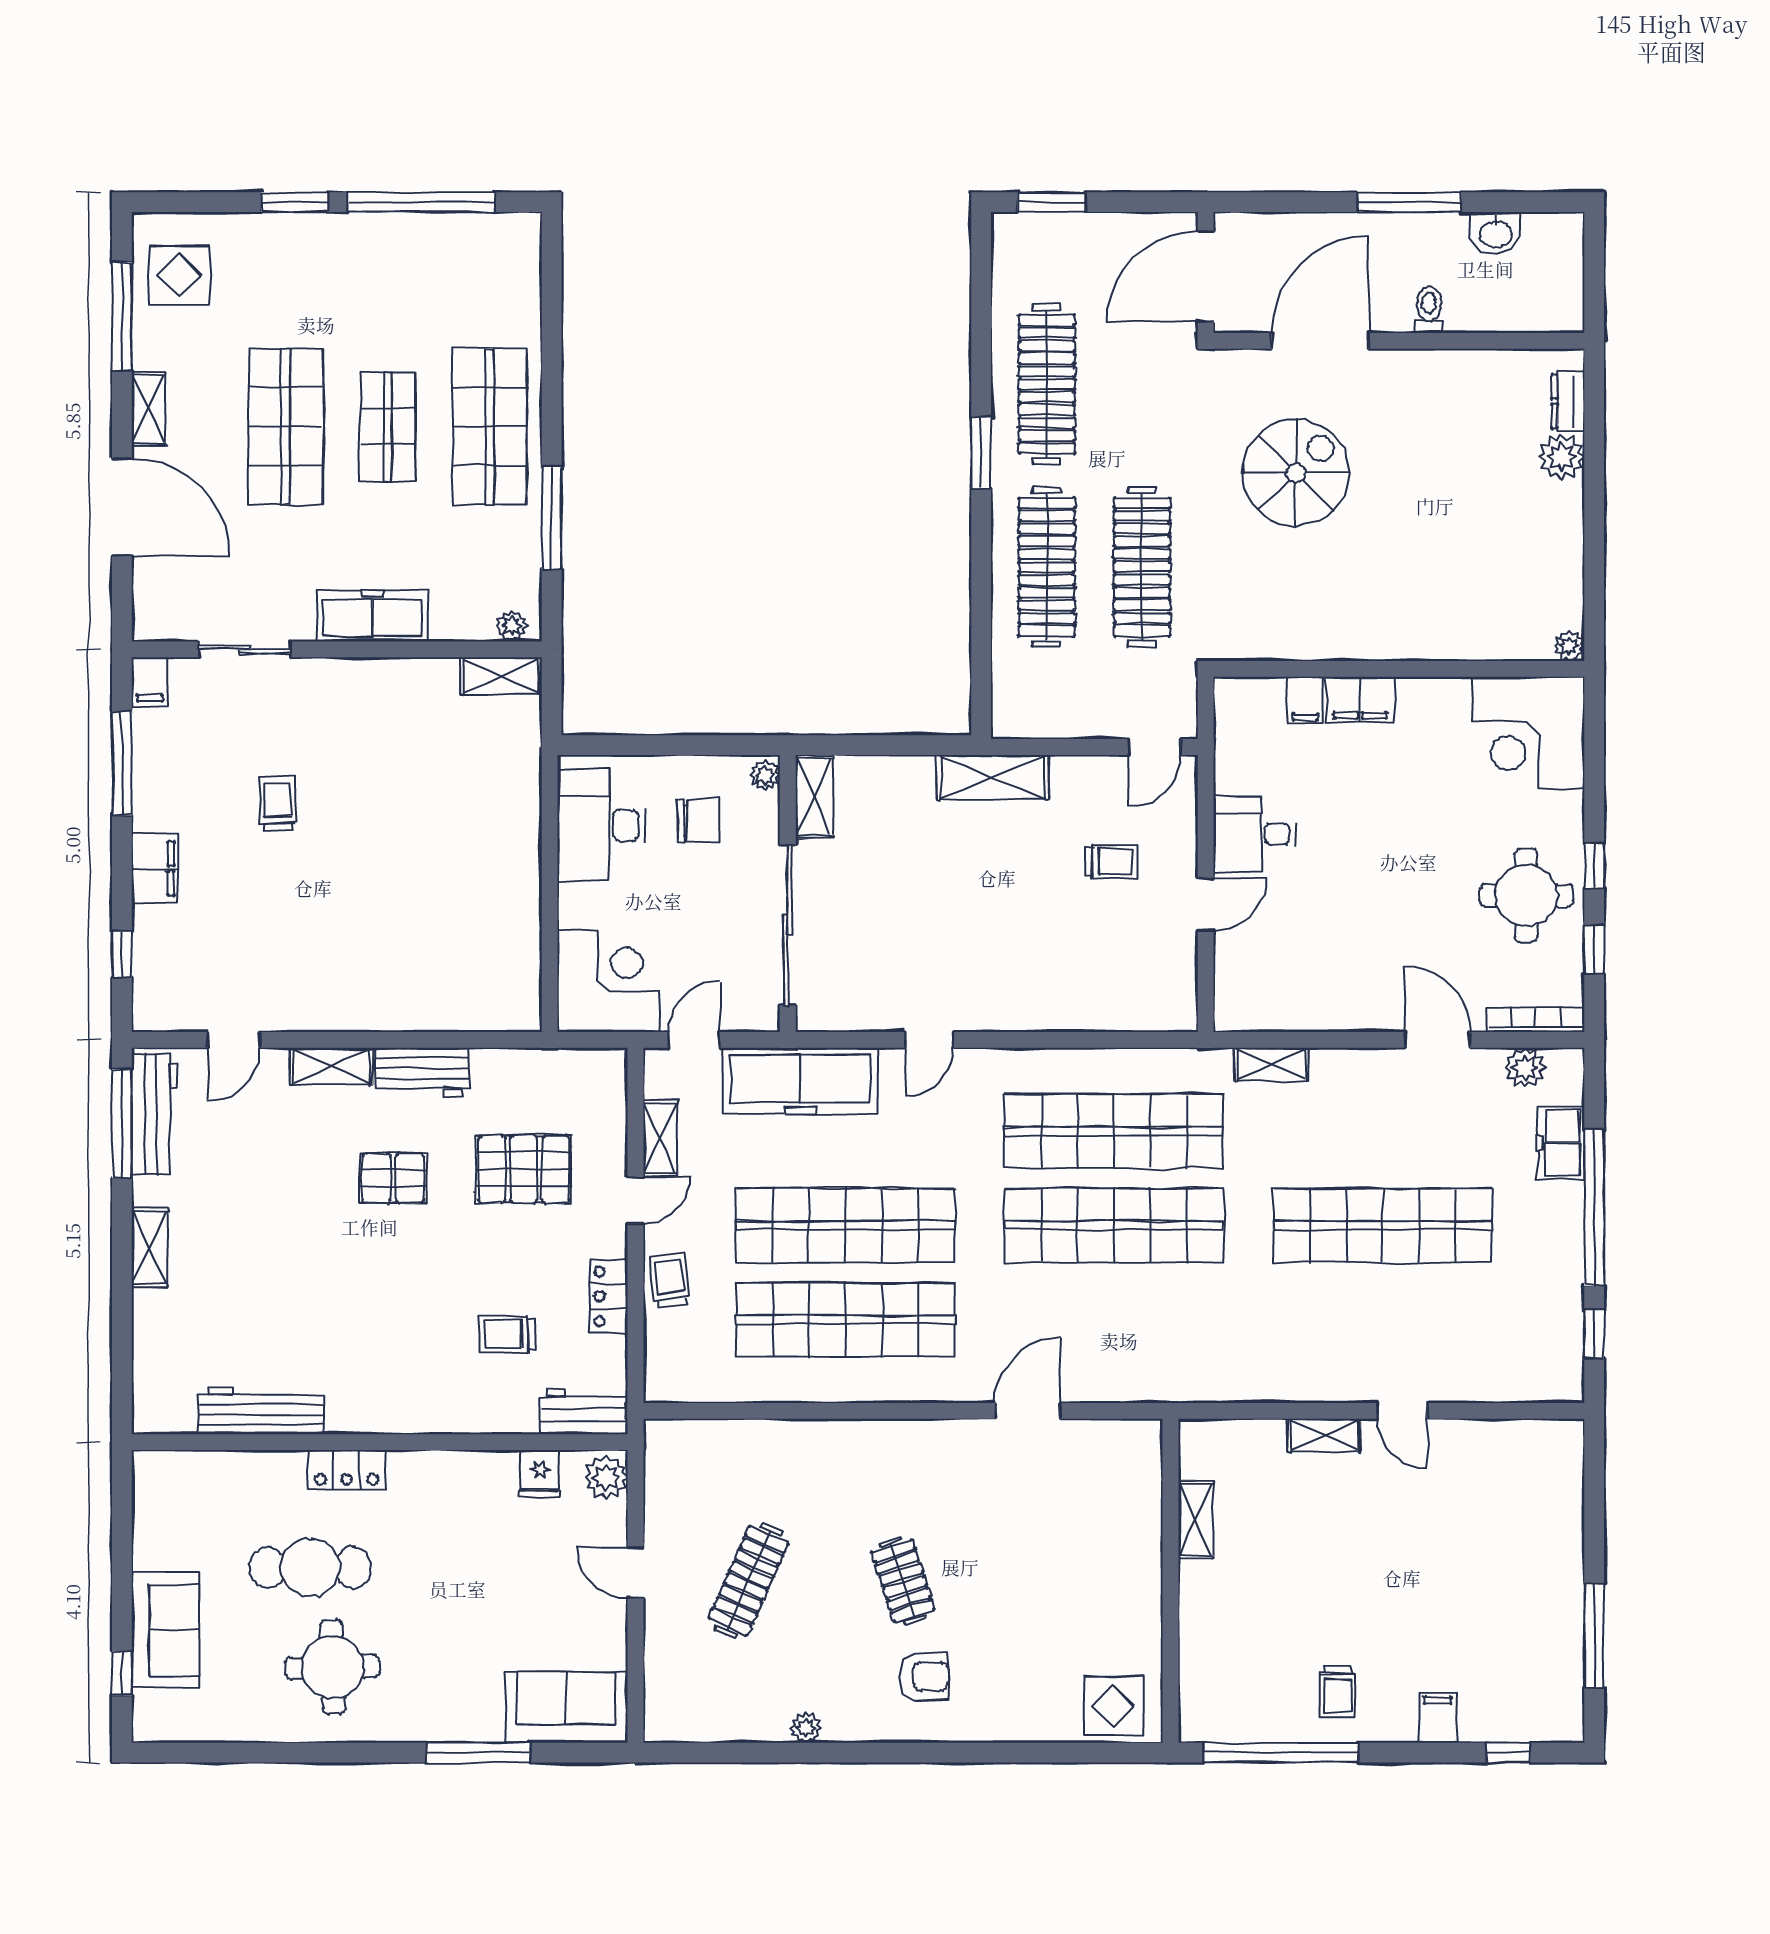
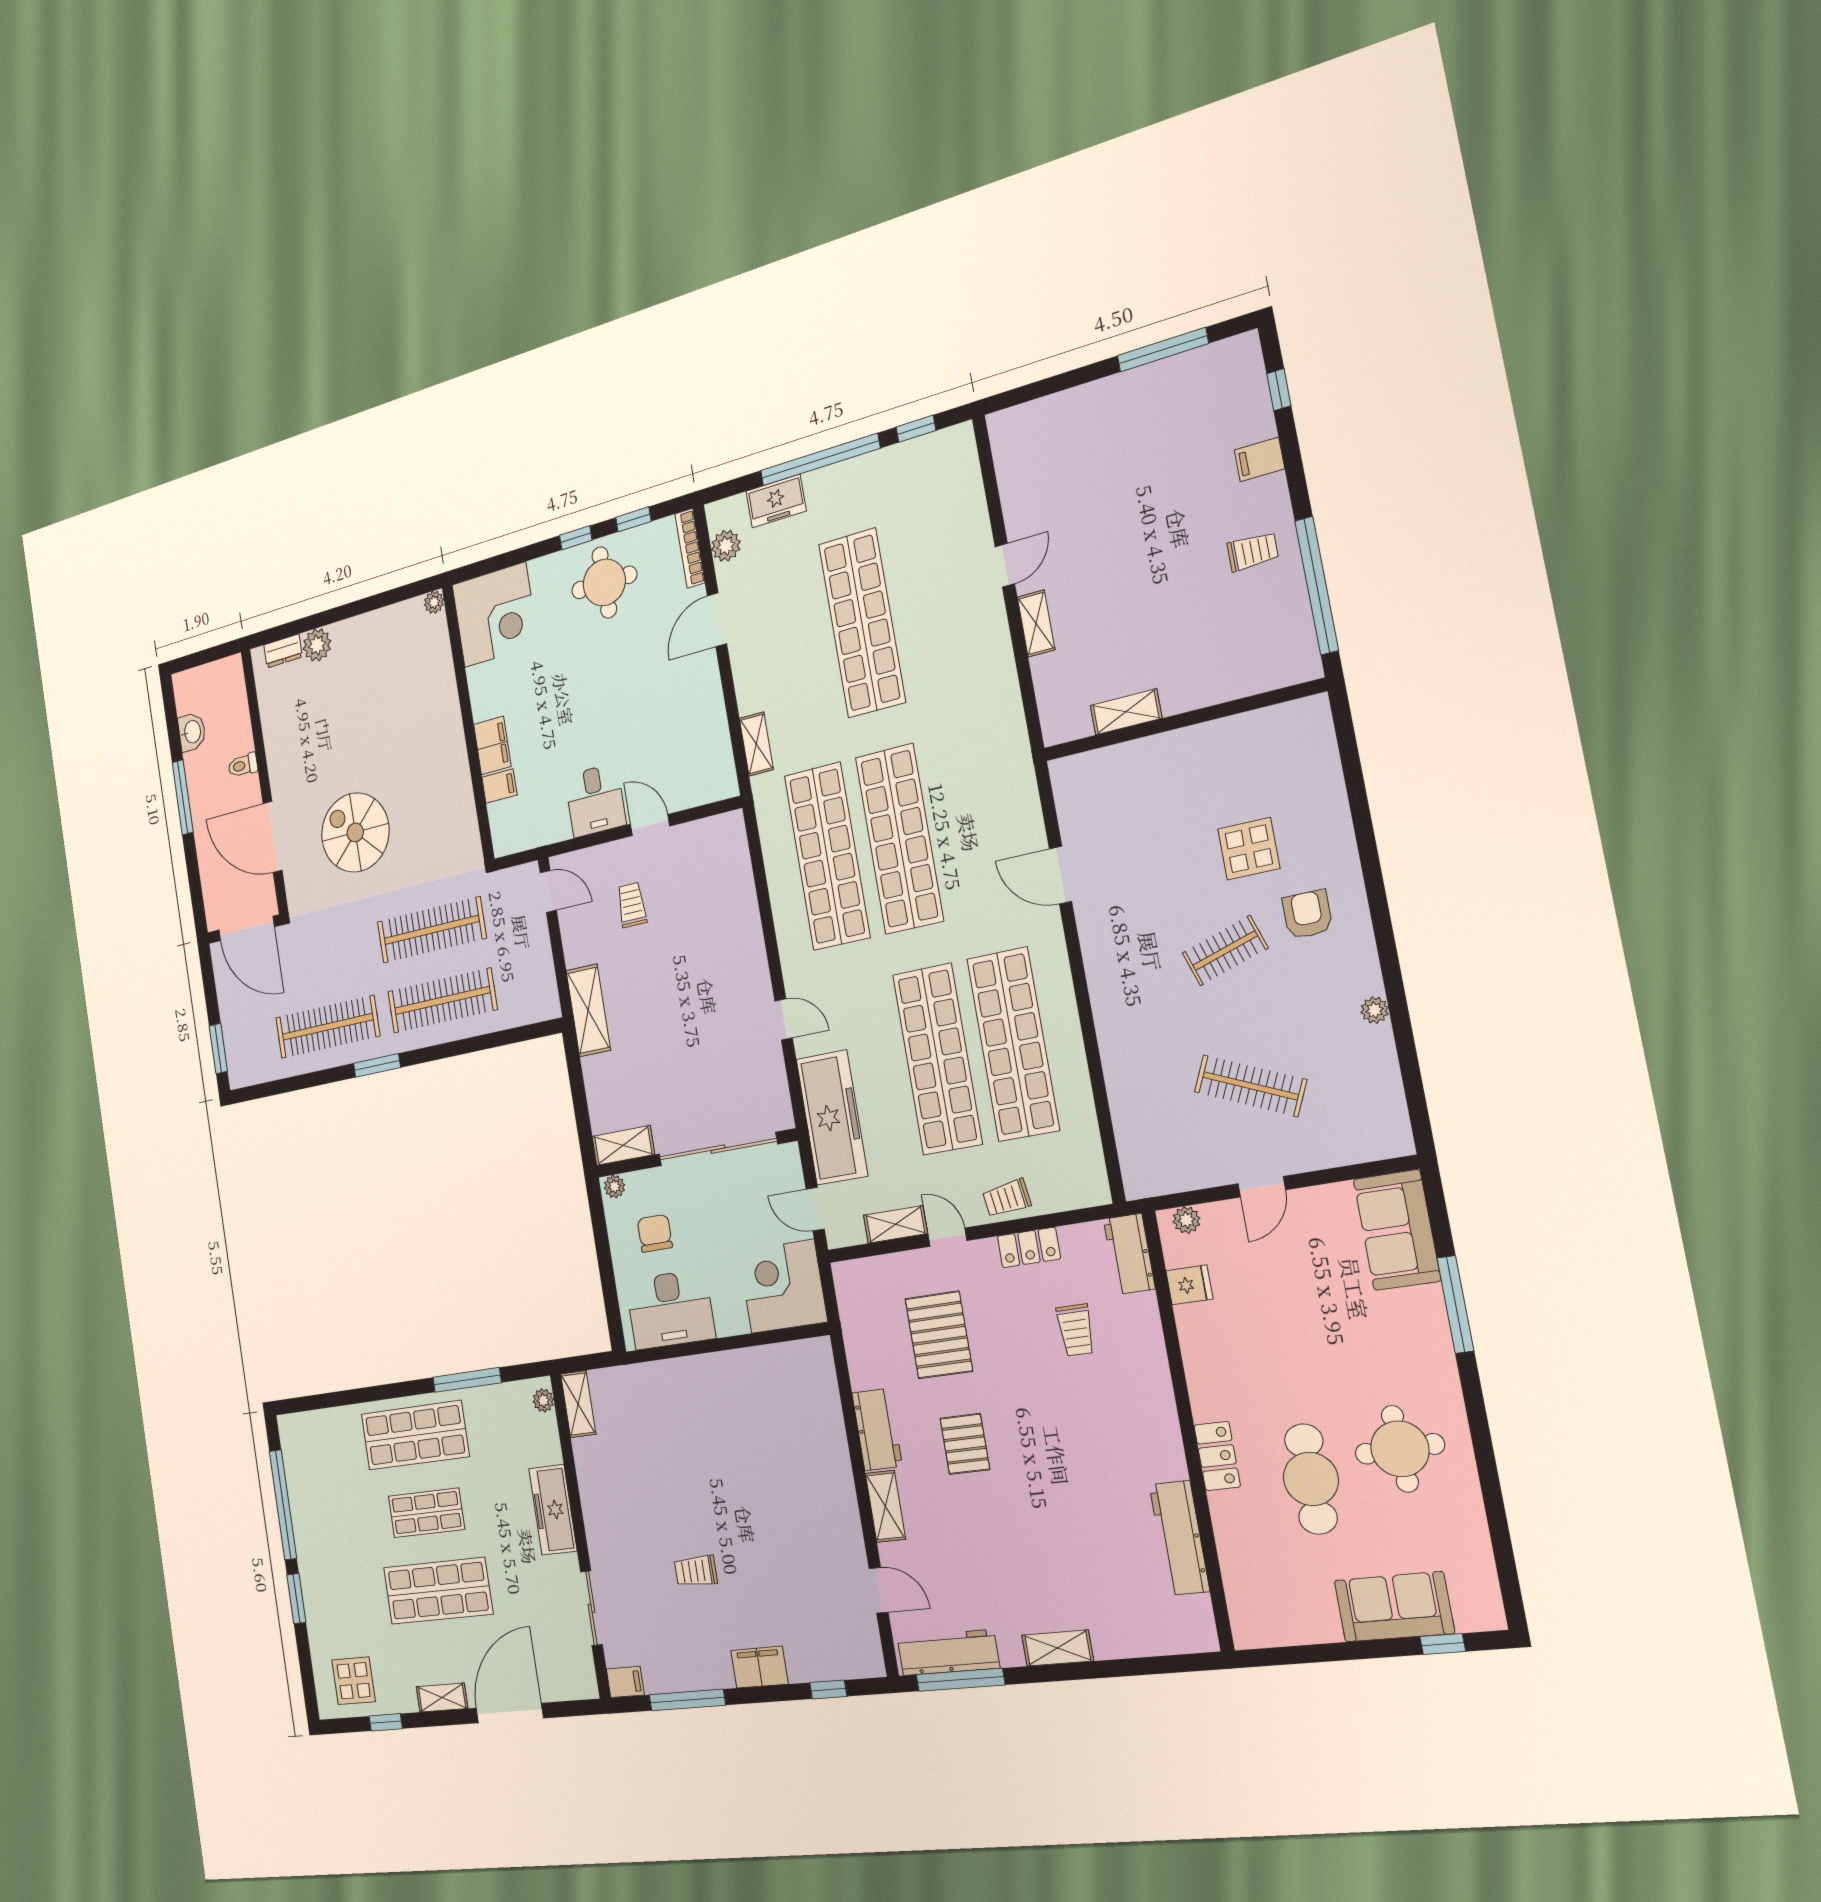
window: (122, 316) -> (386, 1722), width x0.46
plant: (606, 1477) -> (1186, 1220), width x0.73, depth x0.73
display table: (1113, 1706) -> (1249, 849), moved

